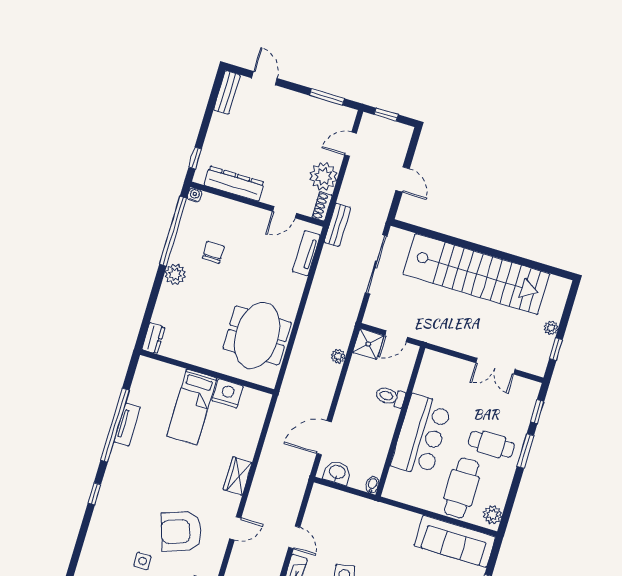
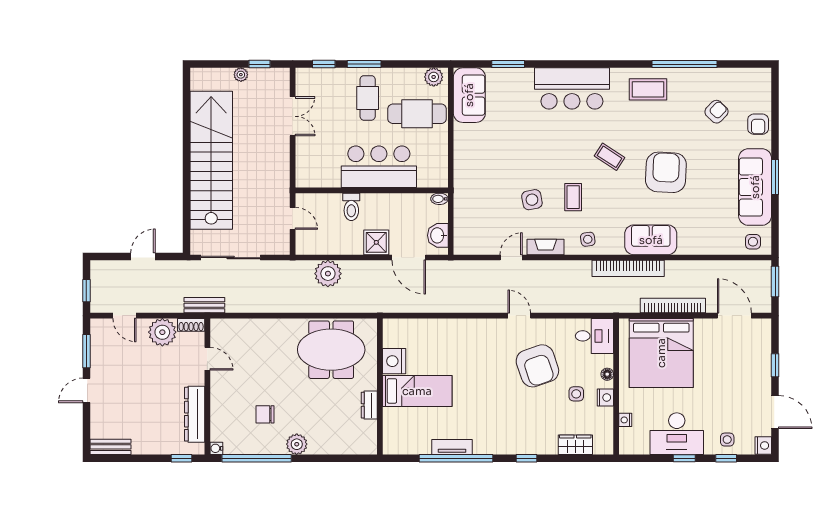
door: (264, 78) -> (86, 390), moved
tv unit: (306, 253) -> (240, 326), removed
dresser: (153, 338) -> (369, 405), moved, turned -90
shower: (368, 344) -> (376, 242), moved
plant: (338, 356) -> (328, 274), width x1.87, depth x1.87
wardrobe: (238, 476) -> (575, 445), moved, turned 180
sofa: (455, 541) -> (469, 95), width x0.73

